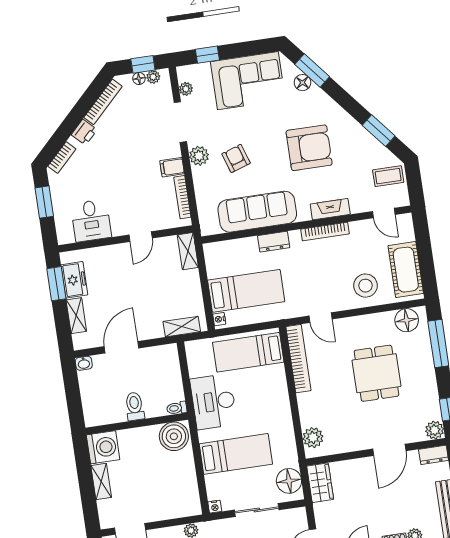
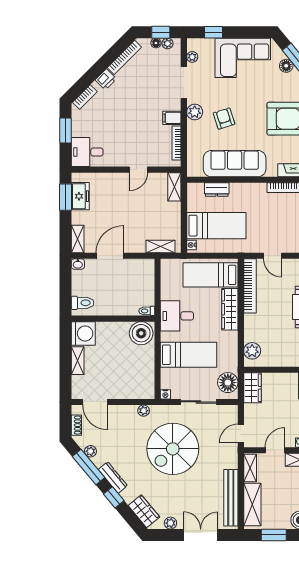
desk: (91, 221) -> (87, 152), moved, turned 90
dresser: (274, 242) -> (217, 190), moved
shelving: (76, 316) -> (78, 239), moved
wardrobe: (278, 391) -> (230, 309), added
desk: (213, 402) -> (177, 316), width x0.73
toilet: (135, 406) -> (82, 303), moved, turned 90

